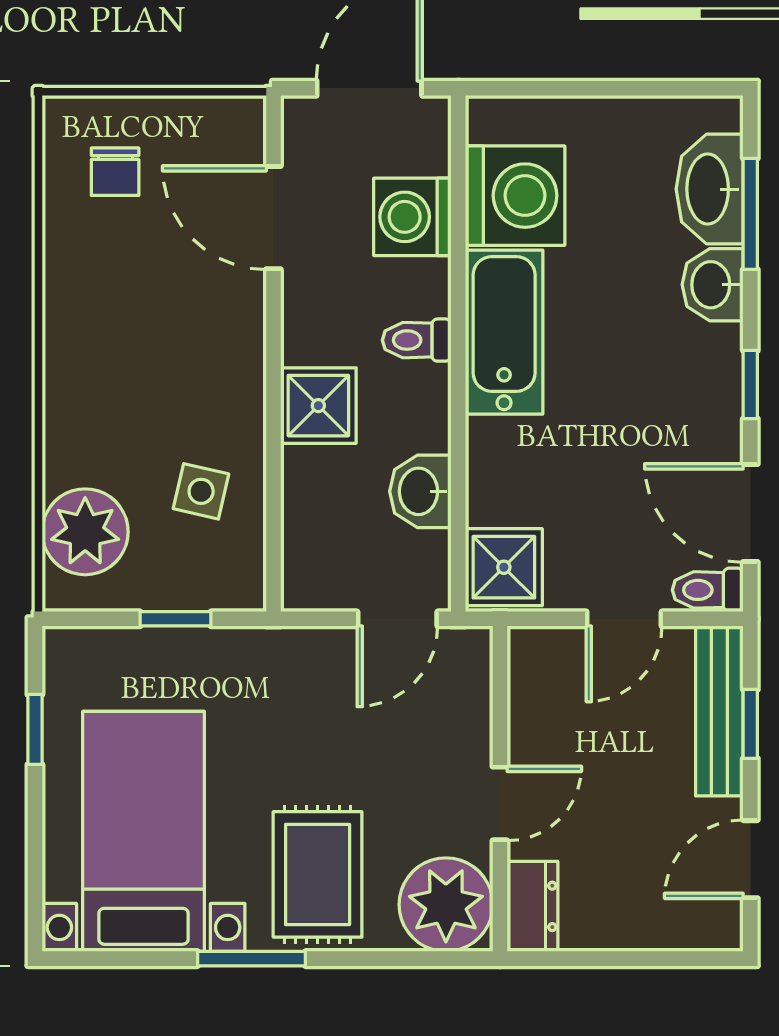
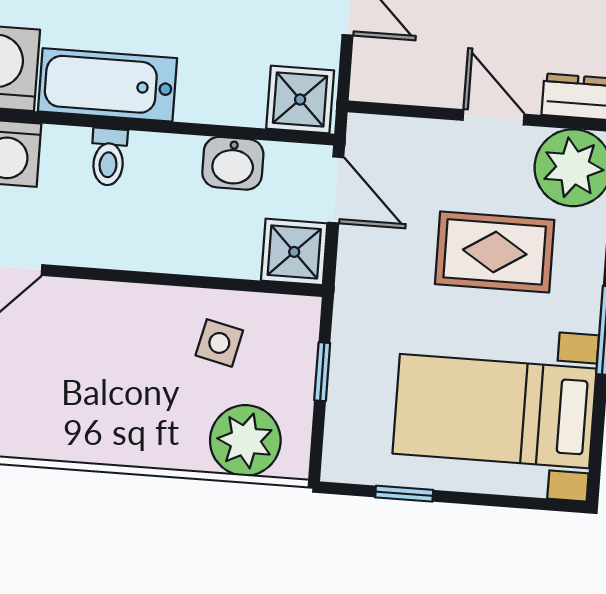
shower: (318, 406) -> (294, 252), moved
rug: (318, 874) -> (495, 252), moved

